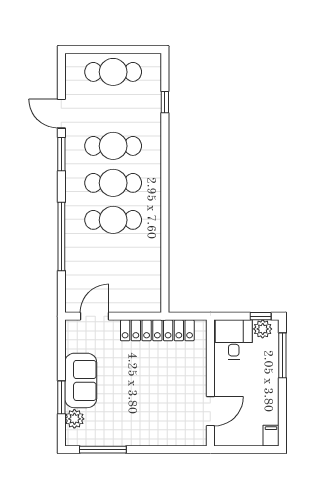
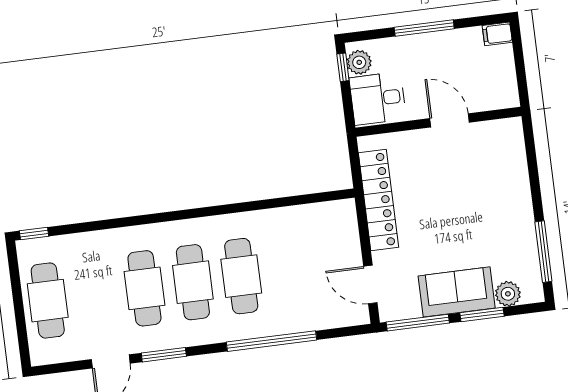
window: (165, 102) -> (34, 233), moved
window: (61, 348) -> (418, 323), added
window: (282, 355) -> (424, 28), moved
door: (210, 411) -> (450, 120), moved

